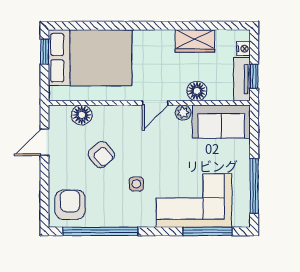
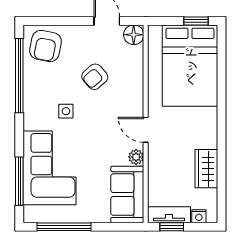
floor lamp: (197, 91) -> (157, 171), removed
floor lamp: (82, 115) -> (134, 35), moved
armchair: (70, 205) -> (46, 46), turned 101

